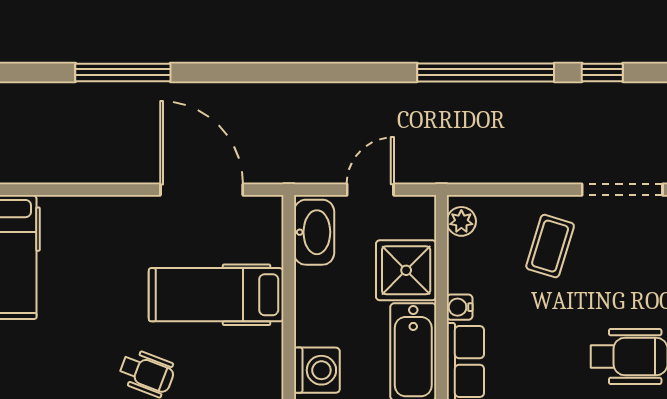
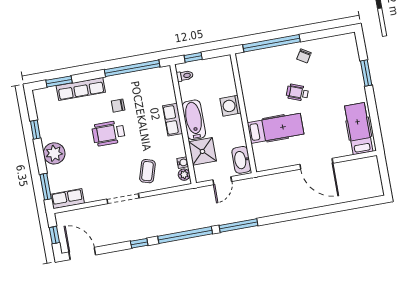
window: (123, 72) -> (238, 225), moved
door: (202, 190) -> (316, 164), moved
water cooler: (460, 307) -> (183, 163), moved

